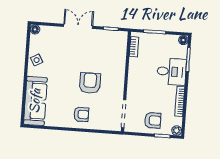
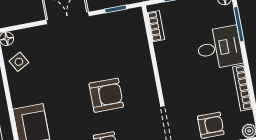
side table: (37, 60) -> (19, 62), moved
armchair: (90, 83) -> (106, 95), turned 90

